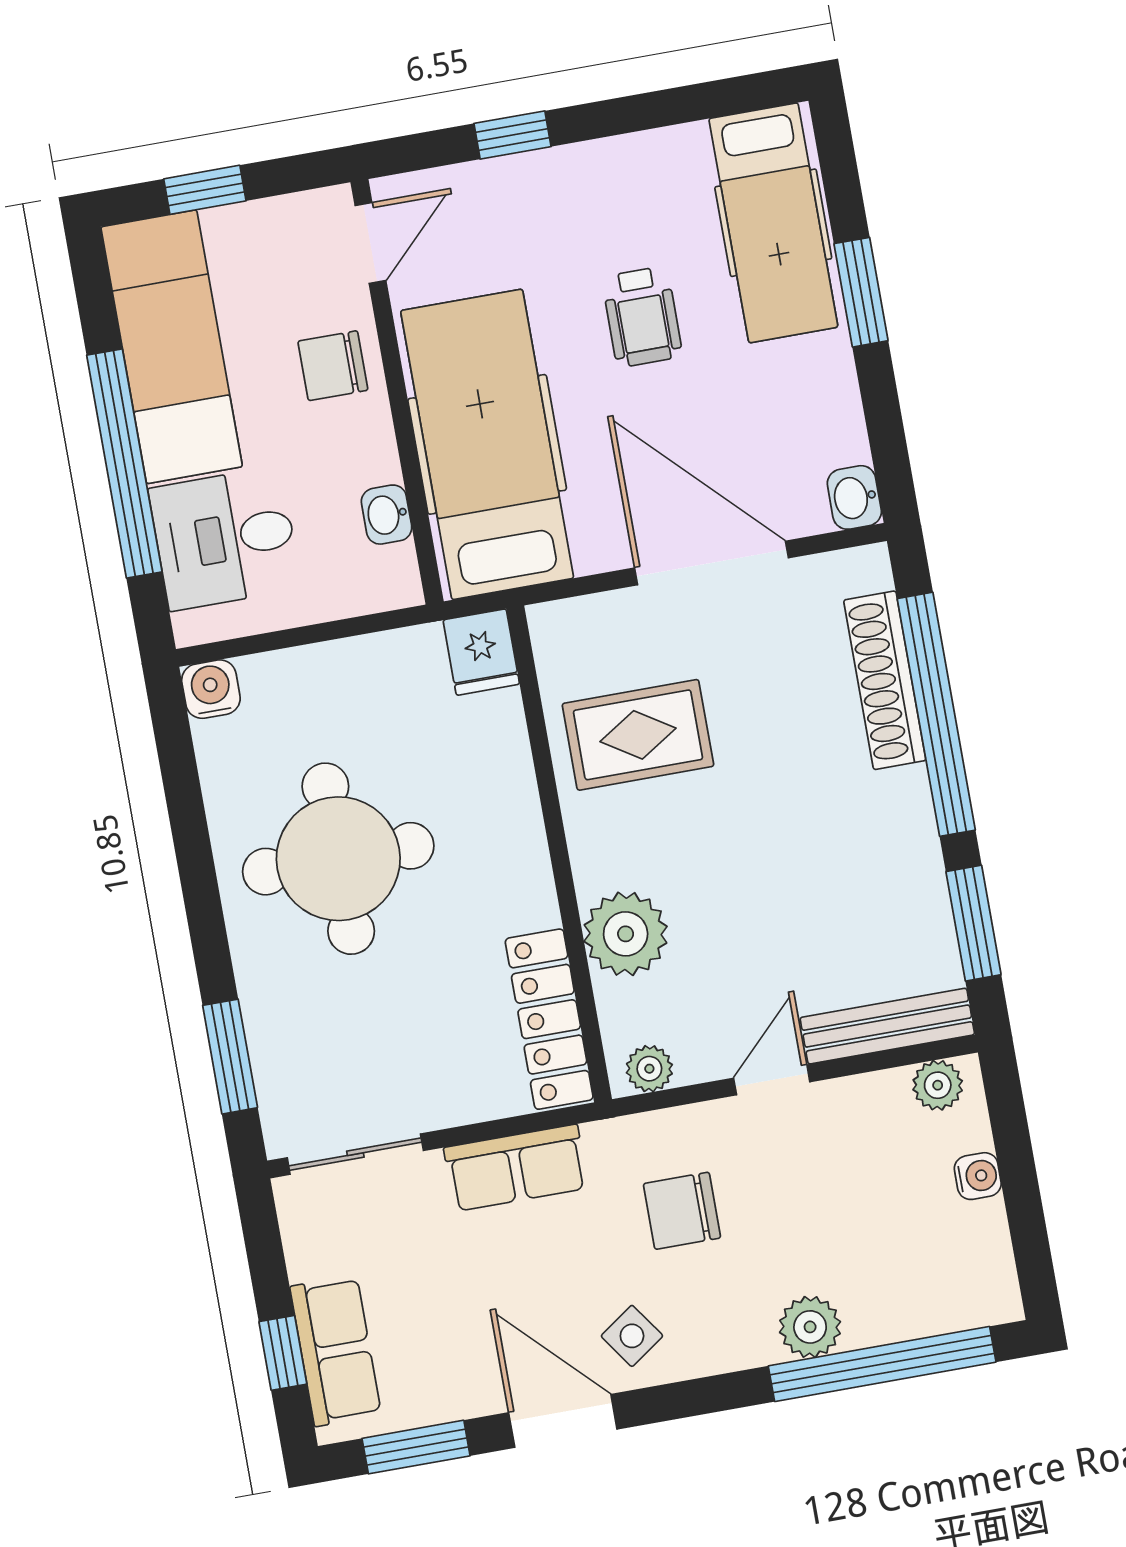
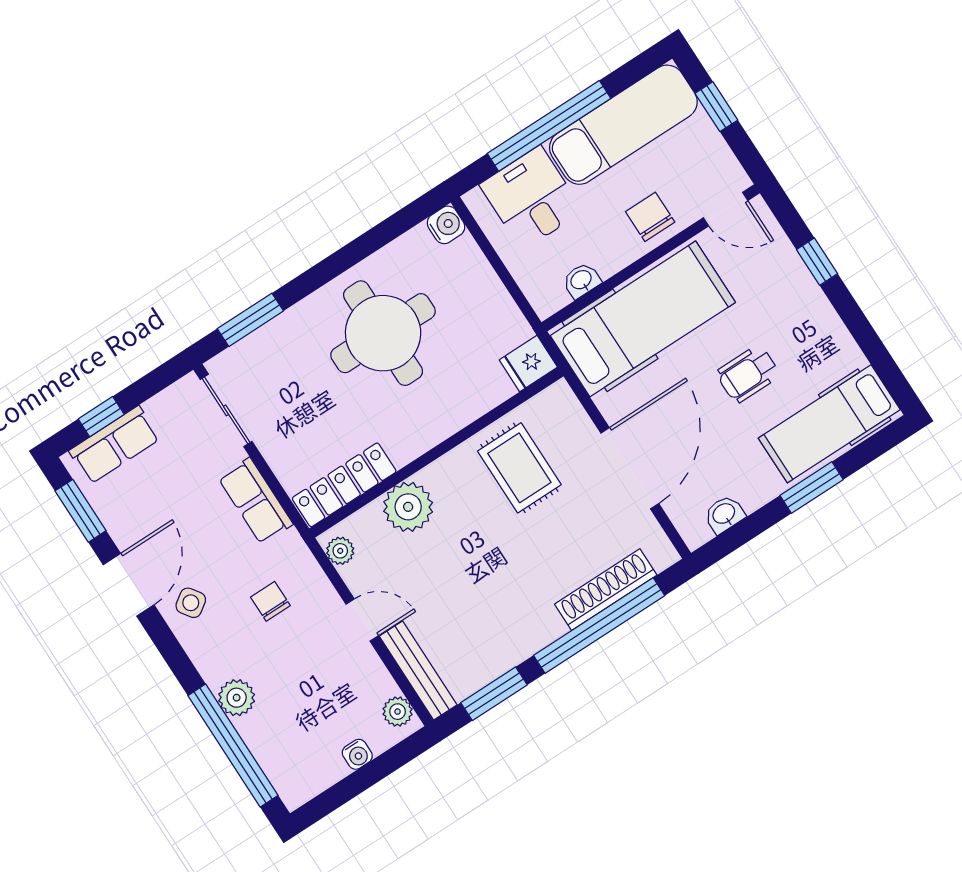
washbasin: (854, 497) -> (724, 514), moved
chair: (682, 1211) -> (270, 601), width x0.73, depth x0.73

